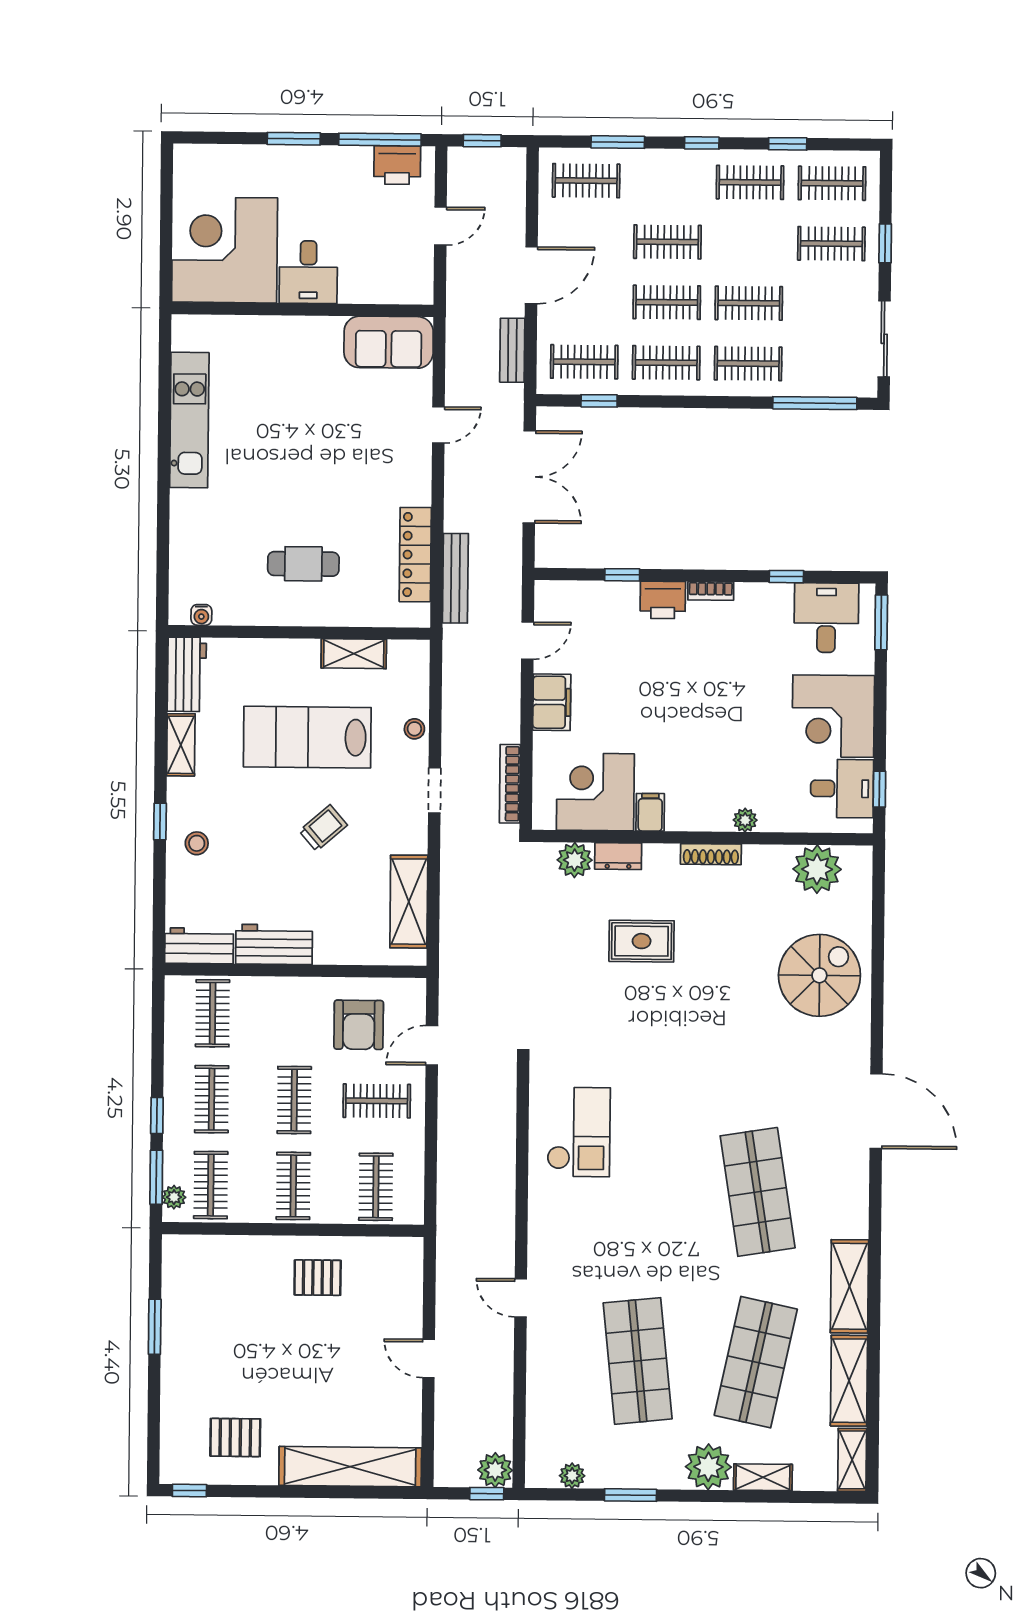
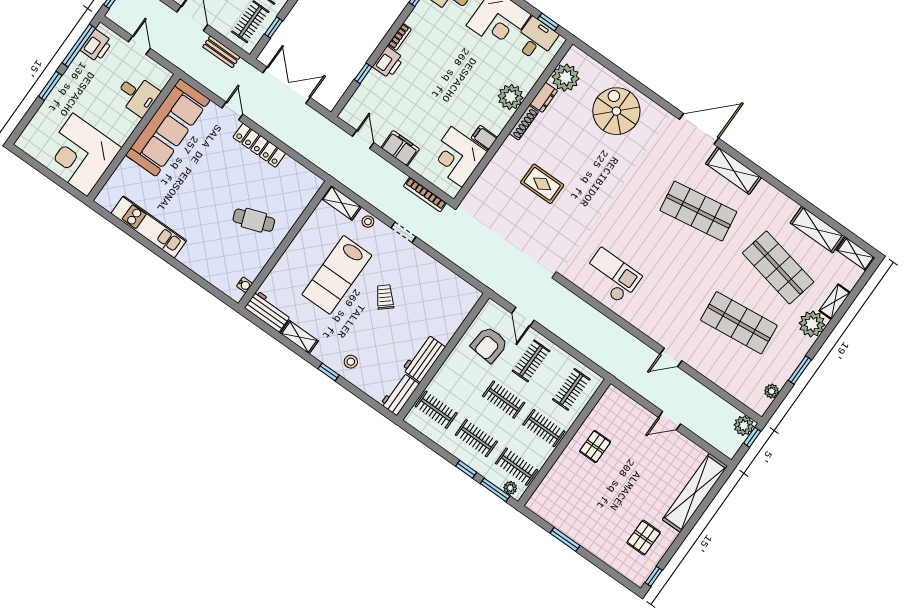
desk: (308, 272) -> (137, 95), moved
sofa: (389, 342) -> (168, 128), width x1.85, depth x1.27
locker: (415, 555) -> (259, 145), moved
cafe table: (303, 564) -> (254, 220), turned 70
bench: (455, 578) -> (310, 153), removed
shelving: (354, 654) -> (341, 203), moved, turned 90
plant: (745, 820) -> (511, 97), width x1.88, depth x1.88
dresser: (618, 856) -> (544, 97), moved
plant: (575, 860) -> (482, 189), removed
shelving: (409, 902) -> (448, 281), removed
rug: (642, 941) -> (542, 184), turned 90
armchair: (359, 1025) -> (489, 345), turned 95
clothes rail: (376, 1187) -> (571, 389), turned 90
shelving: (849, 1286) -> (733, 171), moved

